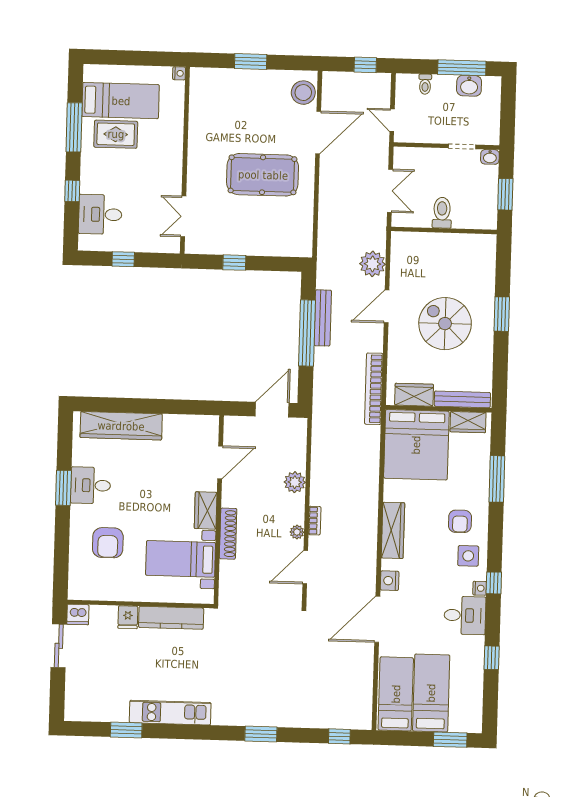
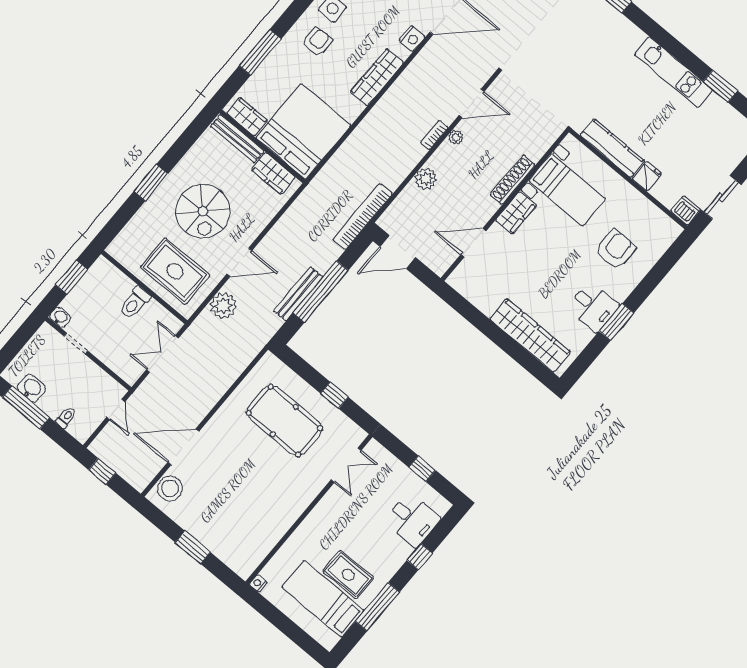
pool table: (263, 175) -> (284, 420), moved
rug: (430, 261) -> (175, 271), added
bookcase: (374, 389) -> (363, 217), moved, turned 180

